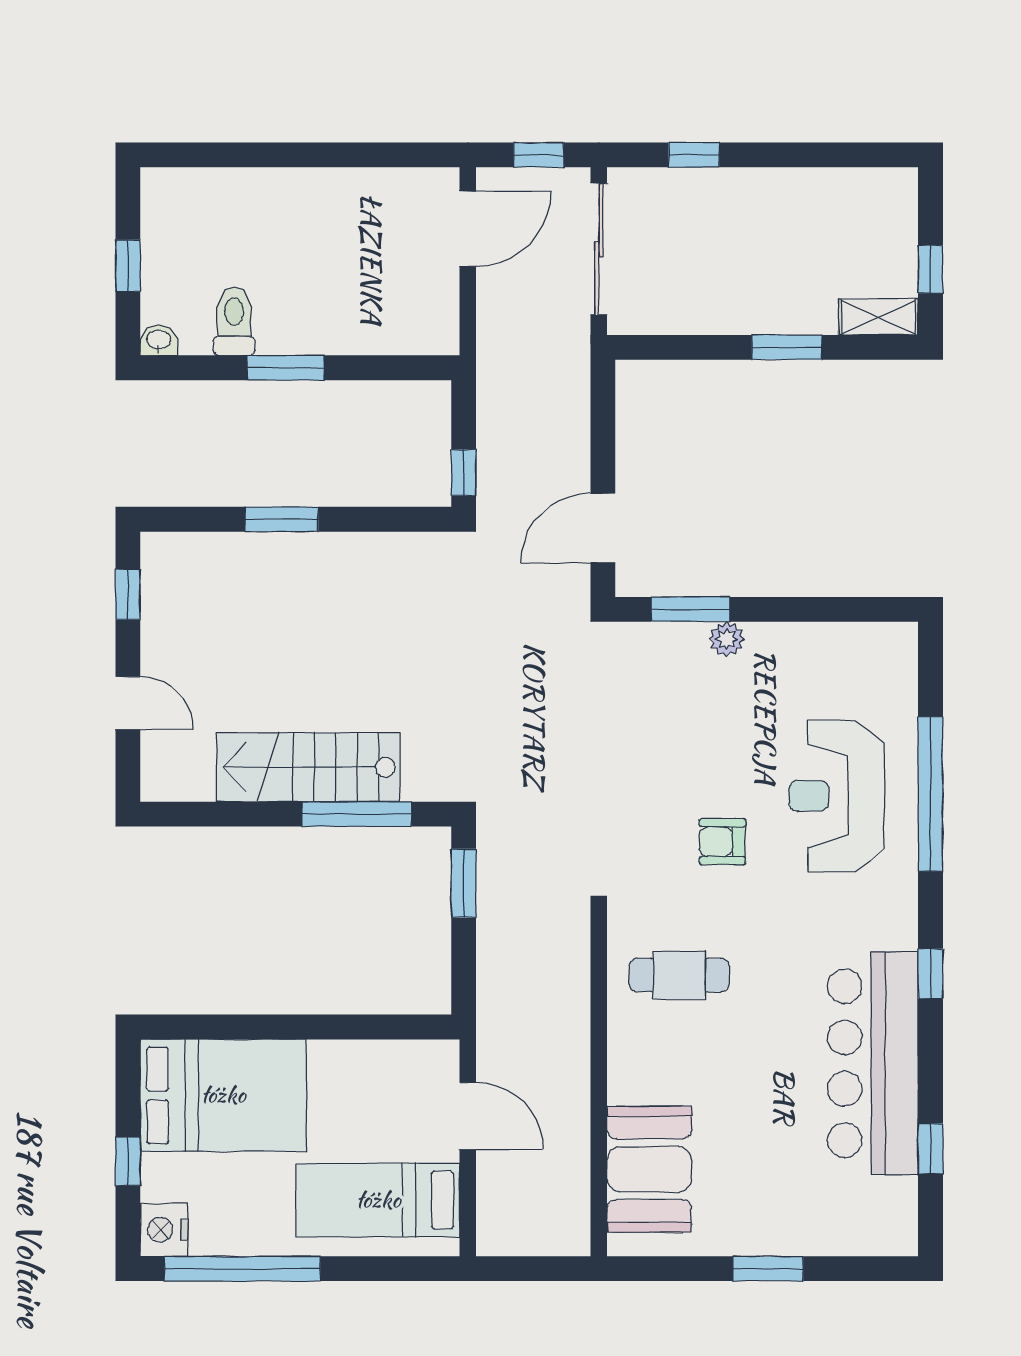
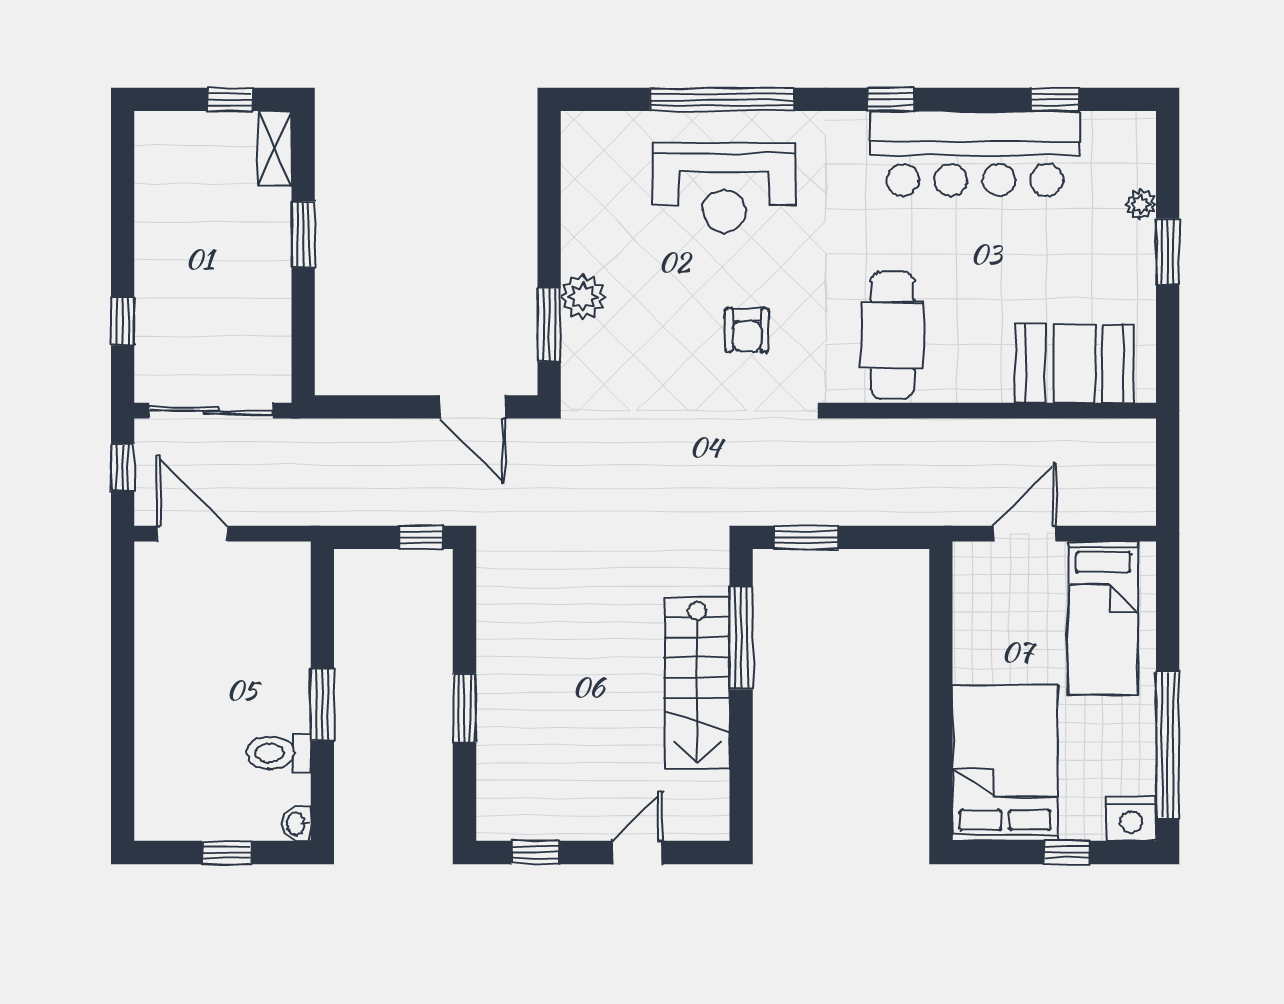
plant: (727, 639) -> (583, 297), width x1.38, depth x1.38
armchair: (723, 842) -> (747, 330), moved
cafe table: (679, 975) -> (892, 335), width x1.37, depth x1.35
plant: (819, 1240) -> (1141, 204), added

